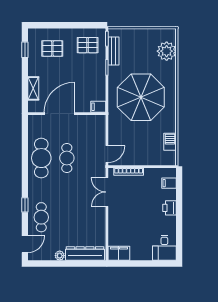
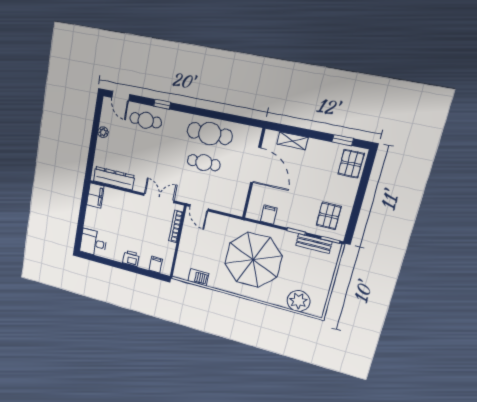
pallet: (52, 48) -> (351, 164), moved
filing cabinet: (98, 107) -> (269, 215), moved
dresser: (85, 254) -> (114, 178), moved, turned -90

